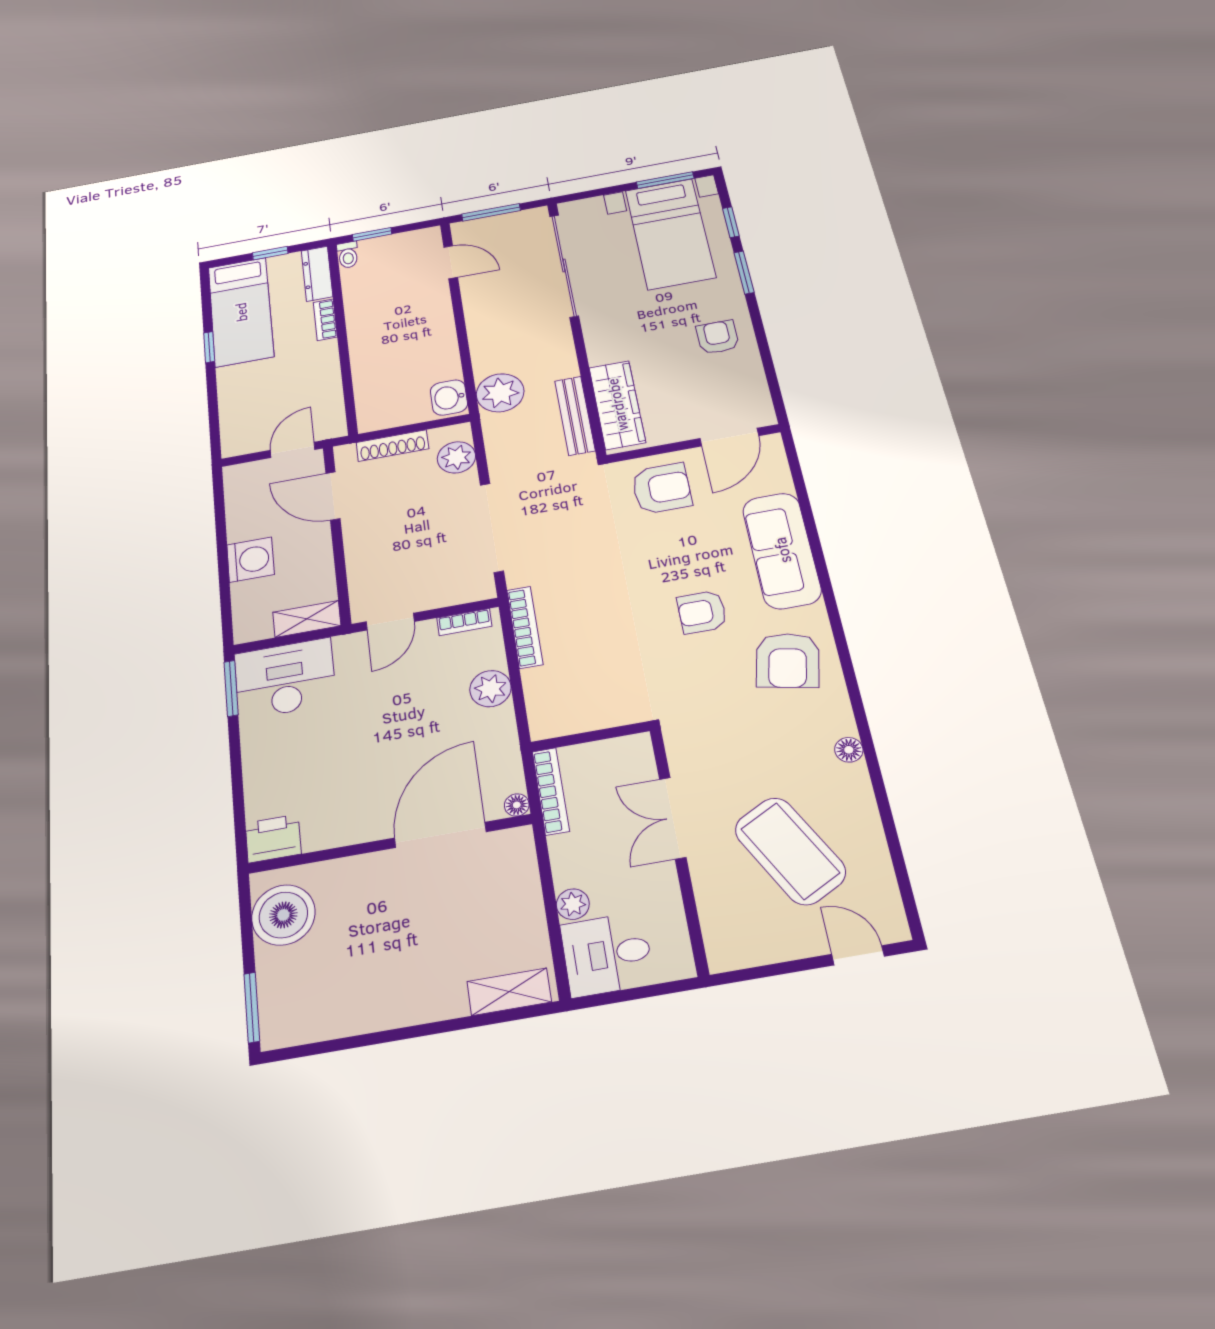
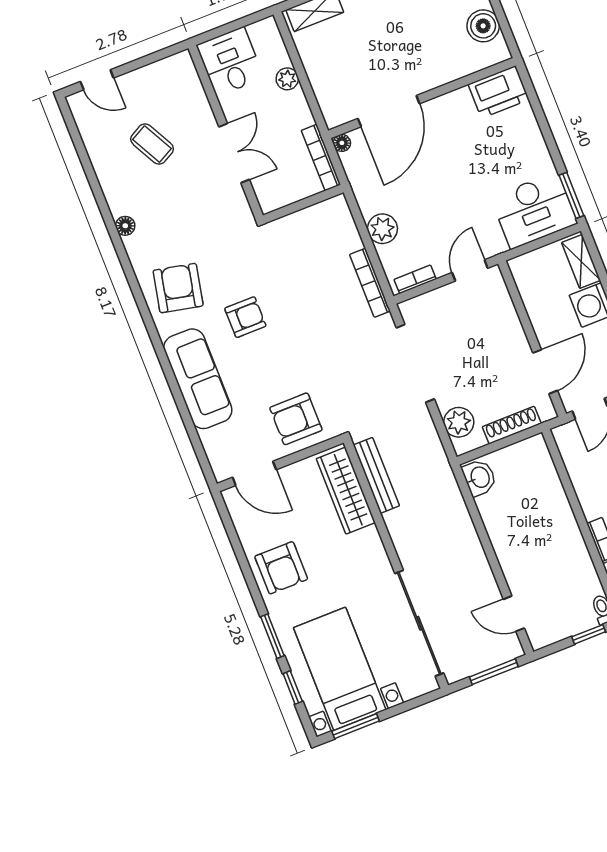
armchair: (718, 337) -> (281, 568), width x1.38, depth x1.38
plant: (500, 393) -> (440, 488), removed
door: (729, 437) -> (254, 473), swing flipped
door: (333, 496) -> (545, 372), hinge flipped
shelving: (307, 619) -> (581, 261), moved, turned 90
printer: (273, 838) -> (499, 92), width x1.37, depth x1.19
coffee table: (790, 851) -> (152, 144), width x0.54, depth x0.58
boiler: (283, 915) -> (483, 26), width x0.73, depth x0.73
desk: (607, 954) -> (230, 62), moved, turned -90

